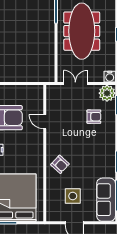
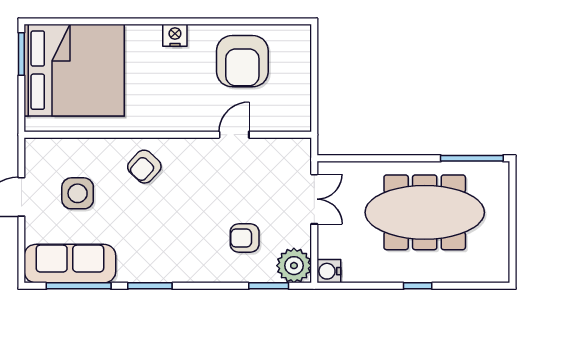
armchair: (94, 117) -> (245, 238), turned 90

